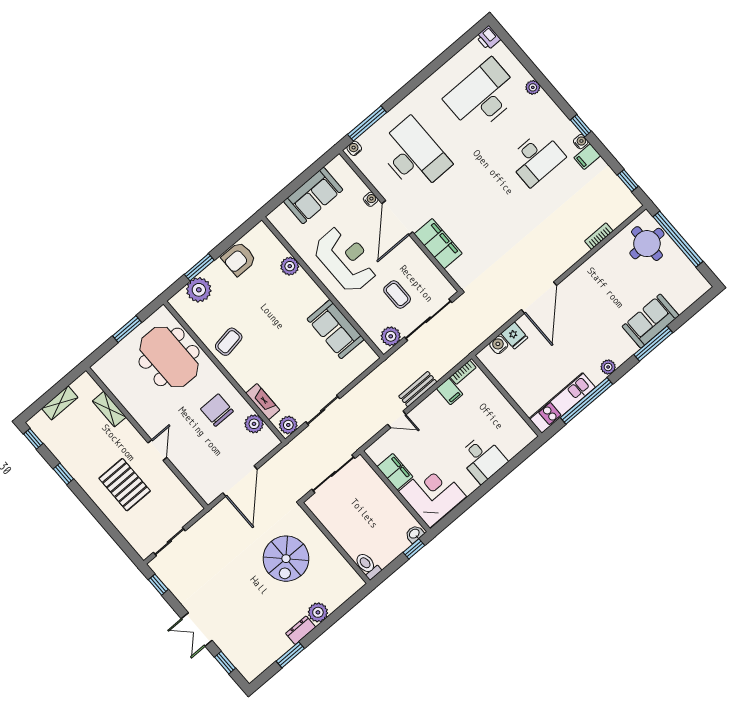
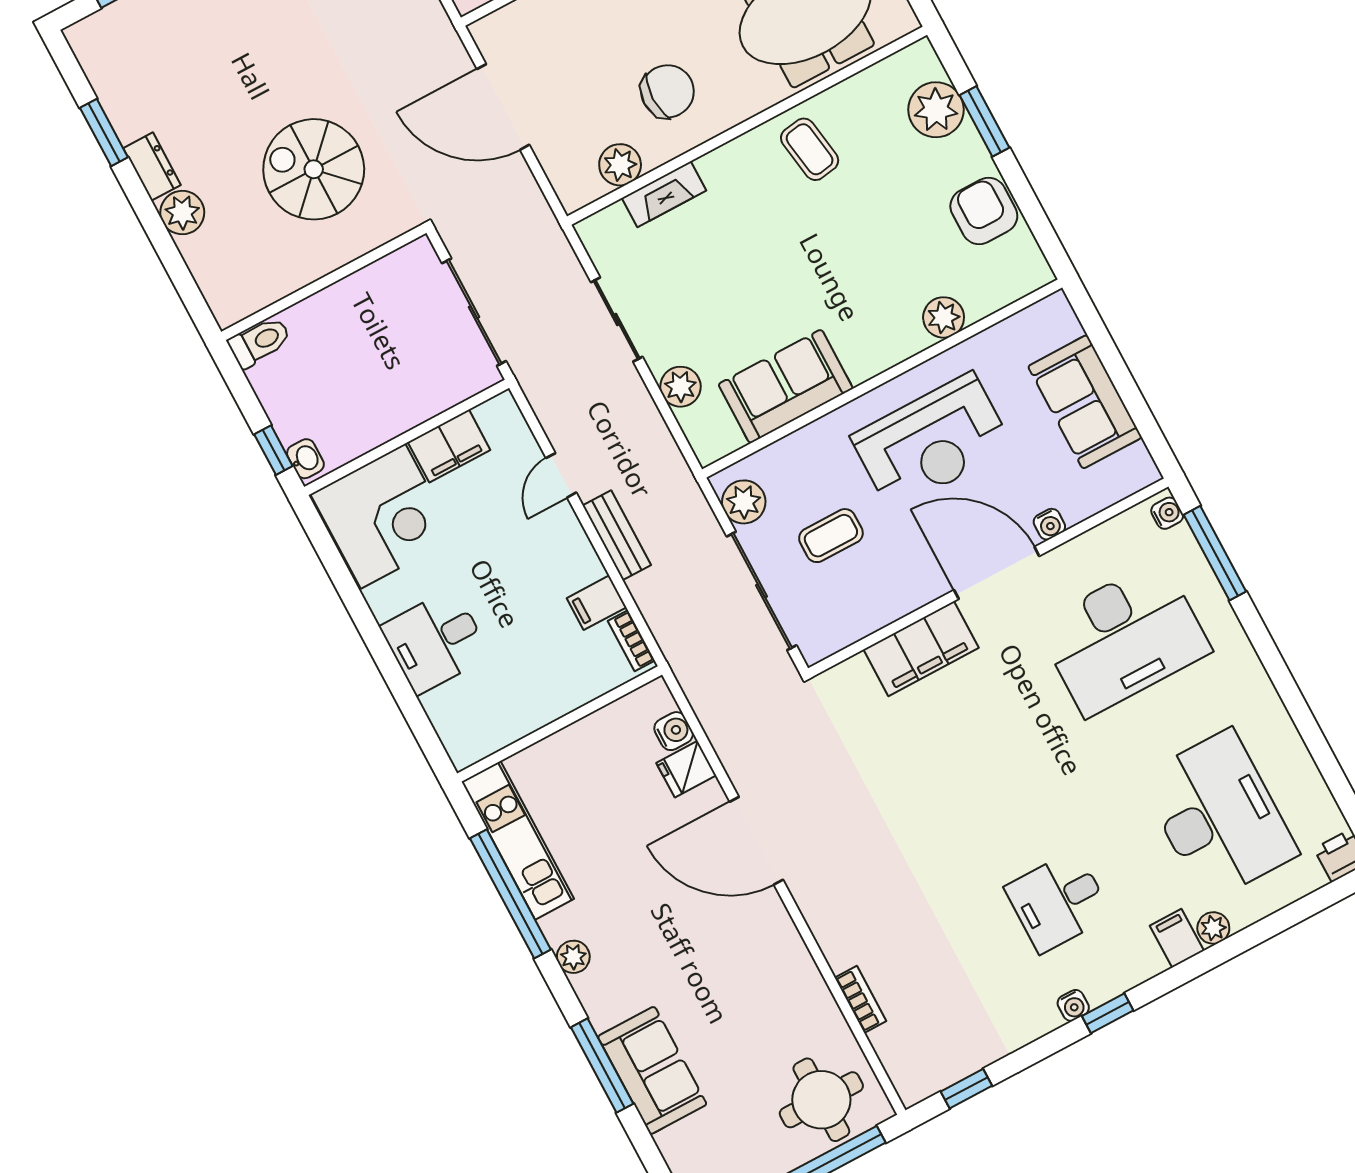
filing cabinet: (587, 157) -> (1177, 938), moved
desk: (536, 158) -> (1058, 901), width x0.73
plant: (288, 425) -> (680, 387), moved

